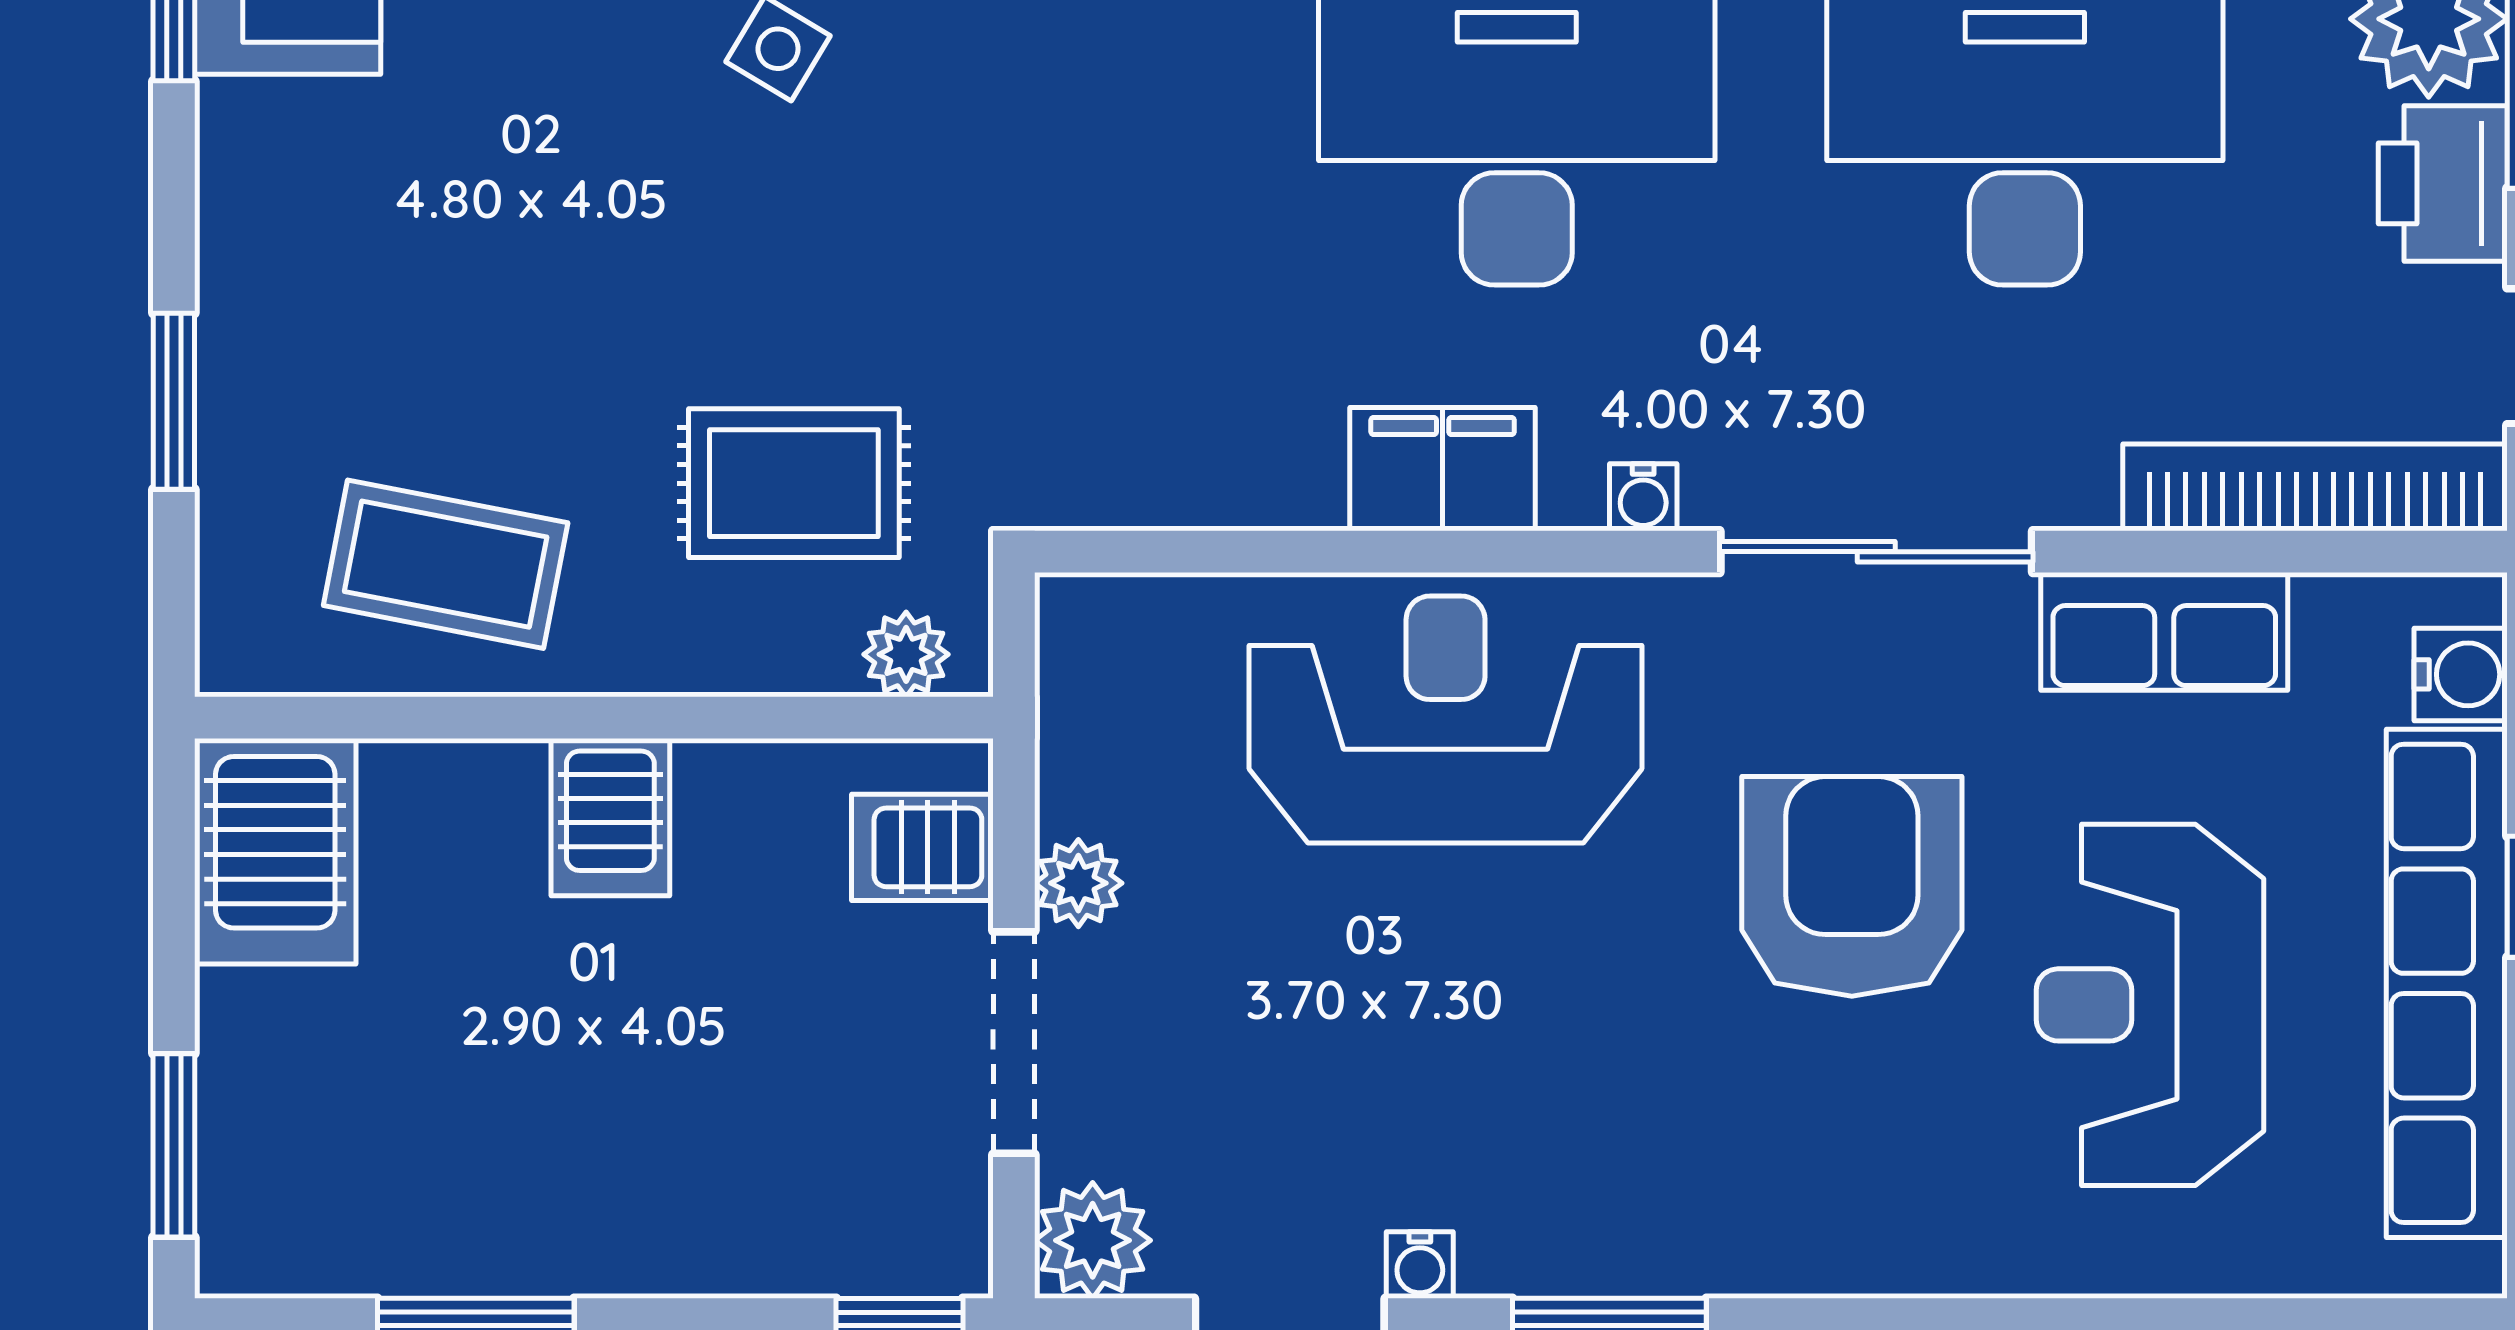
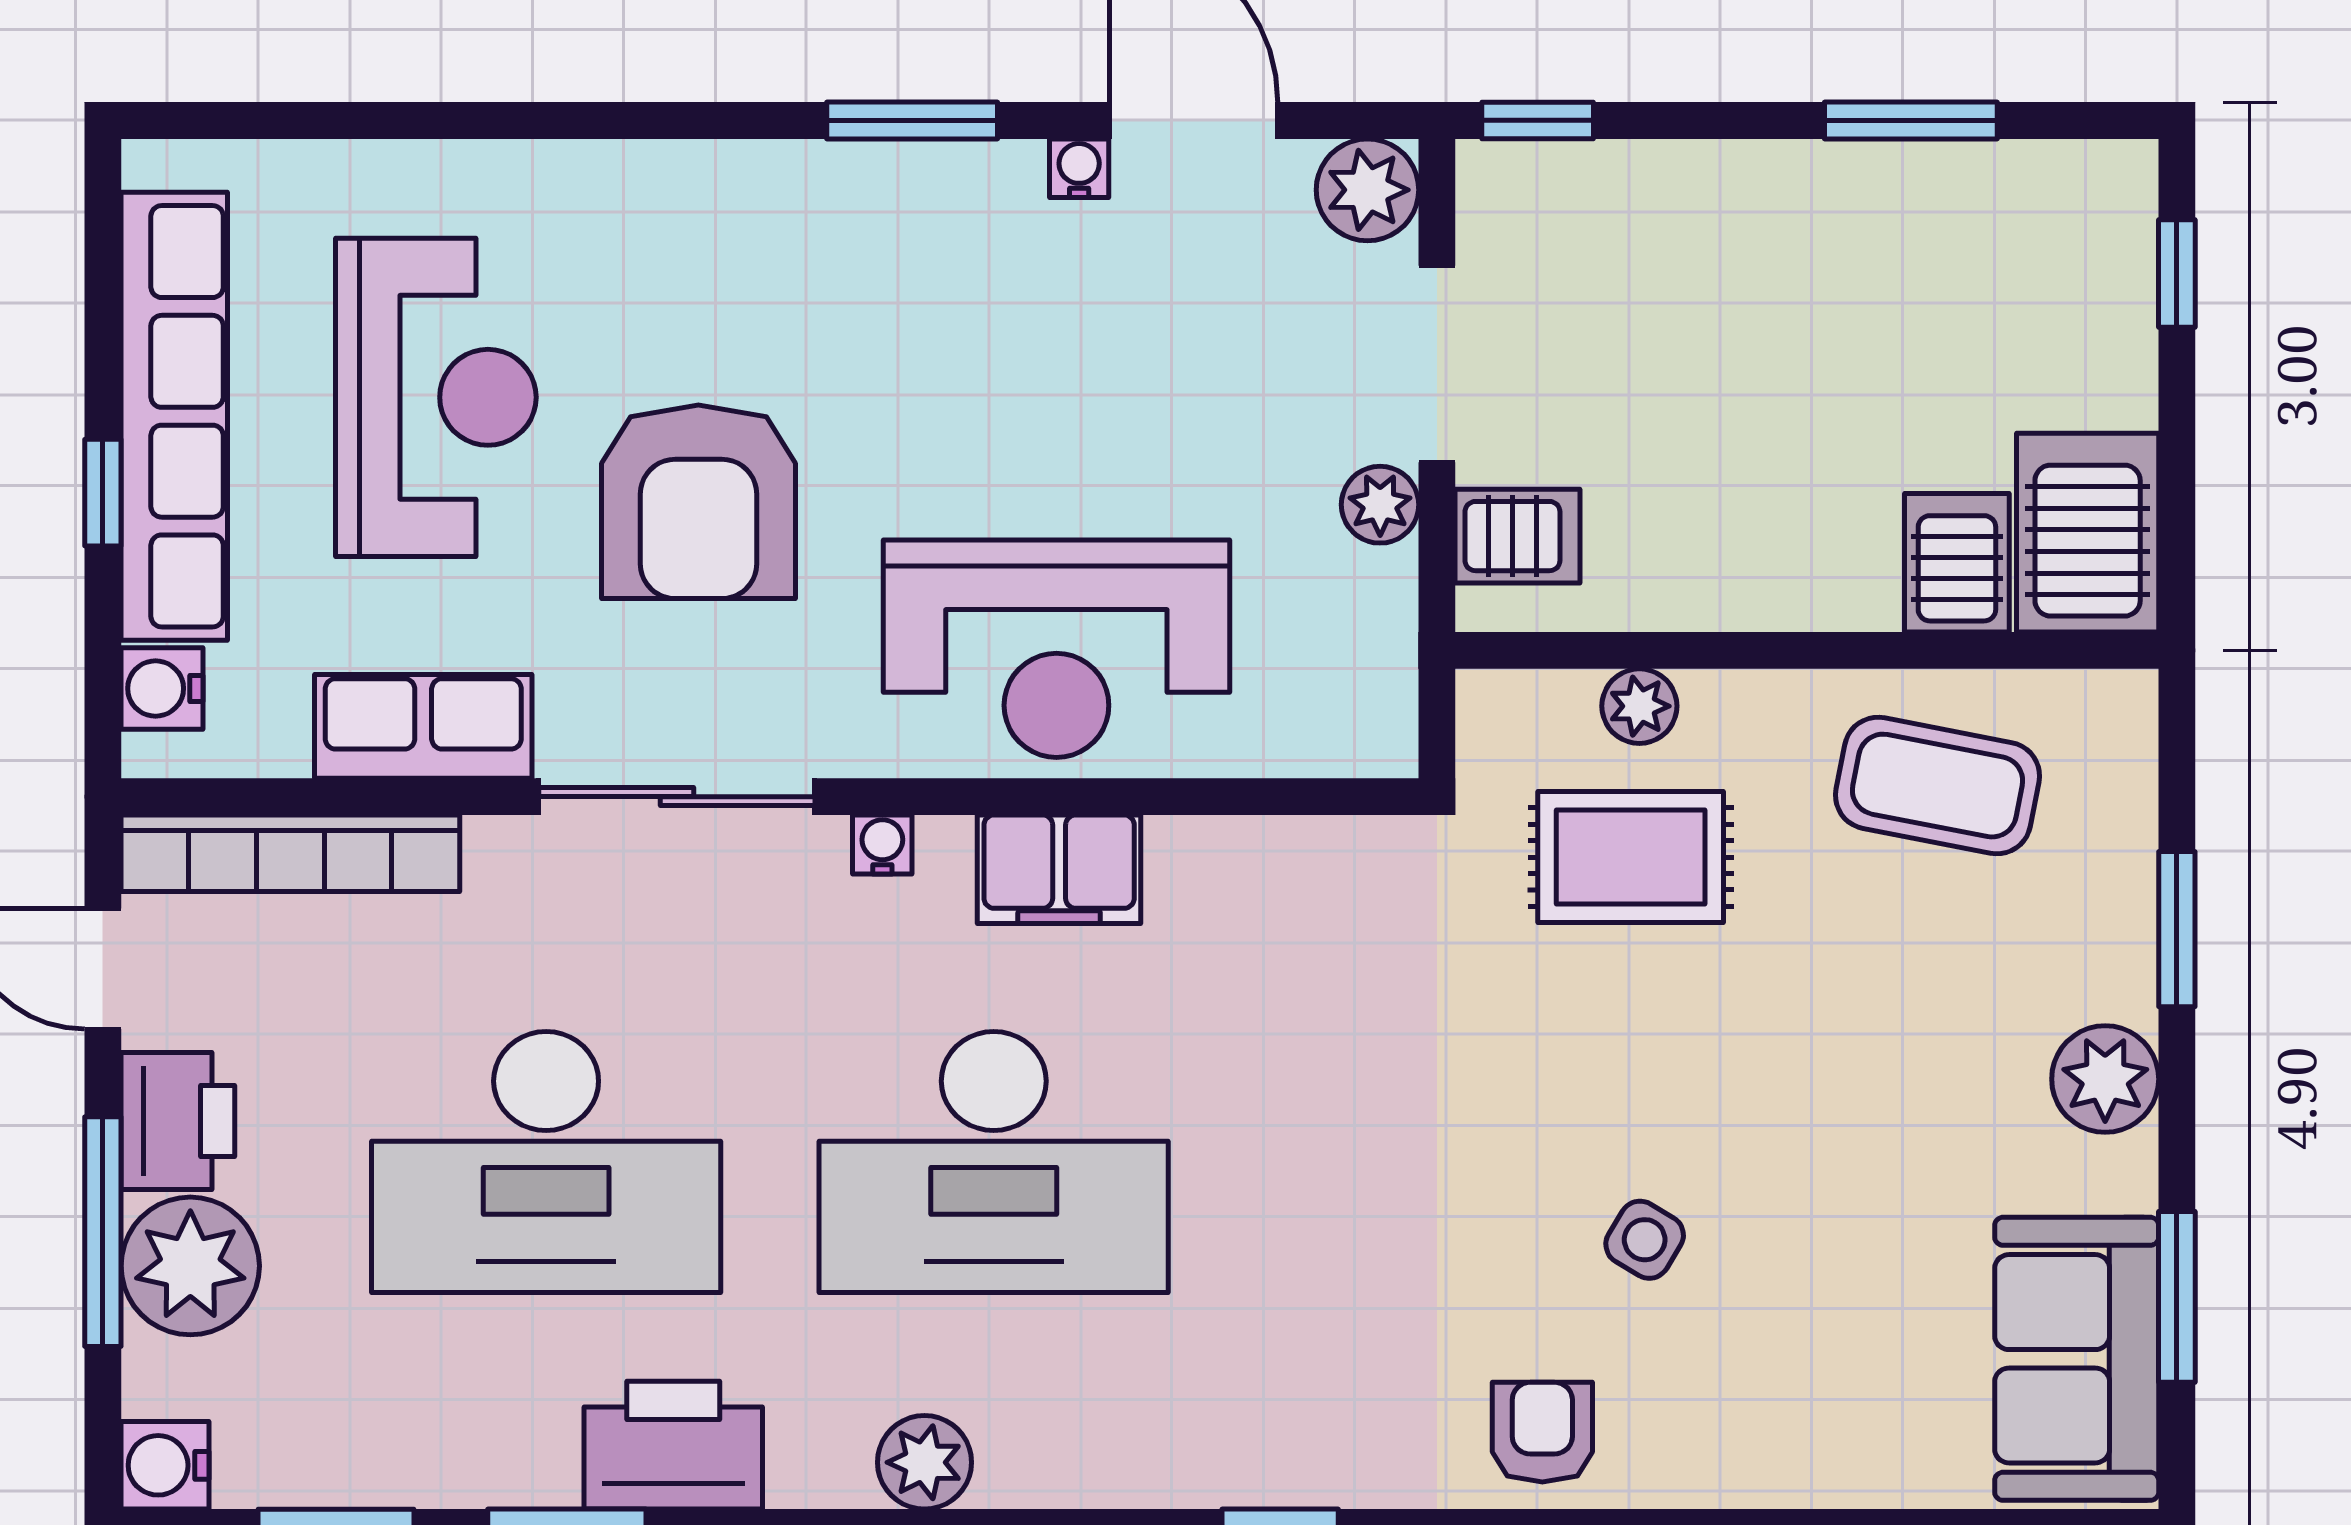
plant: (255, 231) -> (2105, 1079), added
plant: (906, 654) -> (1639, 706), moved
server rack: (610, 817) -> (1957, 563), moved
window: (174, 1145) -> (2177, 273), width x0.67

